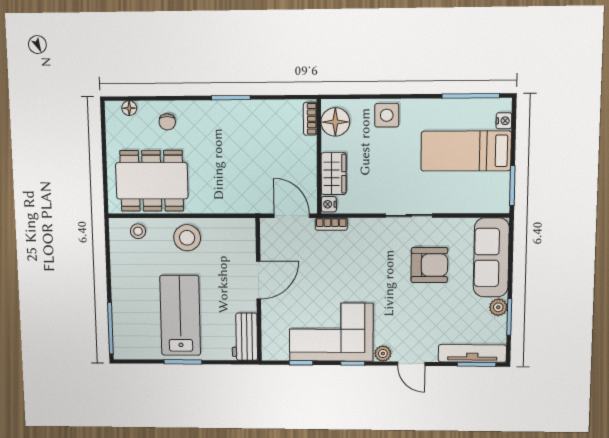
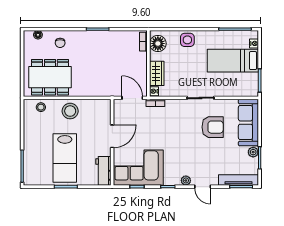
lab bench: (180, 315) -> (65, 158), turned 180
corner sofa: (331, 332) -> (138, 168), moved

